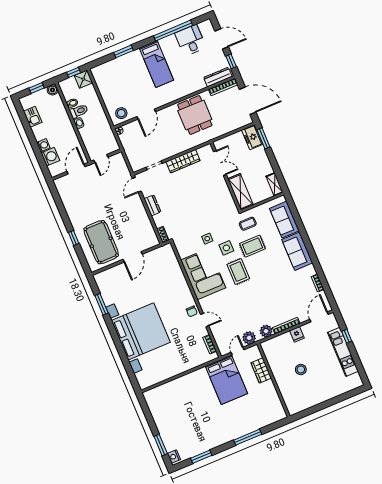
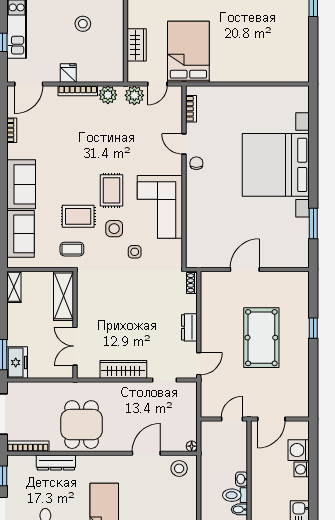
dresser: (218, 77) -> (56, 462), moved
pool table: (101, 242) -> (261, 338), moved

